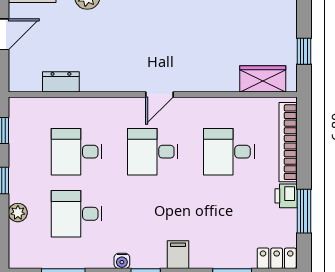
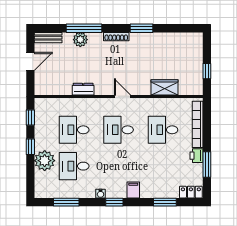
wardrobe: (263, 79) -> (164, 87), moved
dresser: (61, 82) -> (83, 89), moved
door: (160, 95) -> (122, 96), swing flipped
plant: (18, 213) -> (45, 161), width x1.87, depth x1.87

